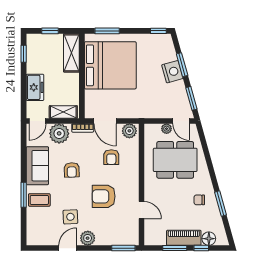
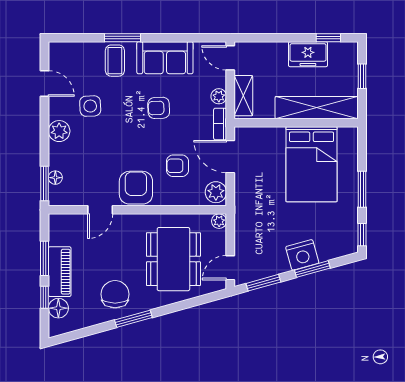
window: (107, 31) -> (362, 189), moved
shelving: (71, 53) -> (317, 108), width x1.47
bed: (110, 65) -> (312, 164), width x0.73
freezer: (35, 87) -> (308, 54), moved
door: (105, 121) -> (230, 157), hinge flipped
plant: (167, 129) -> (219, 221), moved
plant: (59, 133) -> (219, 96), width x0.53, depth x0.53
armchair: (104, 196) -> (136, 188), moved
chair: (199, 200) -> (115, 294), width x1.87, depth x1.87
window: (221, 204) -> (133, 319), moved
floor lamp: (119, 241) -> (55, 178), added
door: (68, 248) -> (45, 83), moved

